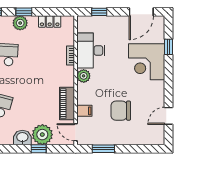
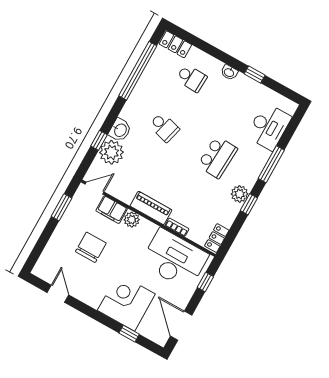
locker: (50, 22) -> (217, 238), moved
desk: (91, 51) -> (175, 259), width x1.36, depth x1.30
plant: (84, 76) -> (132, 220), moved
piano: (67, 104) -> (151, 208), moved
filing cabinet: (84, 111) -> (112, 210), width x2.00

